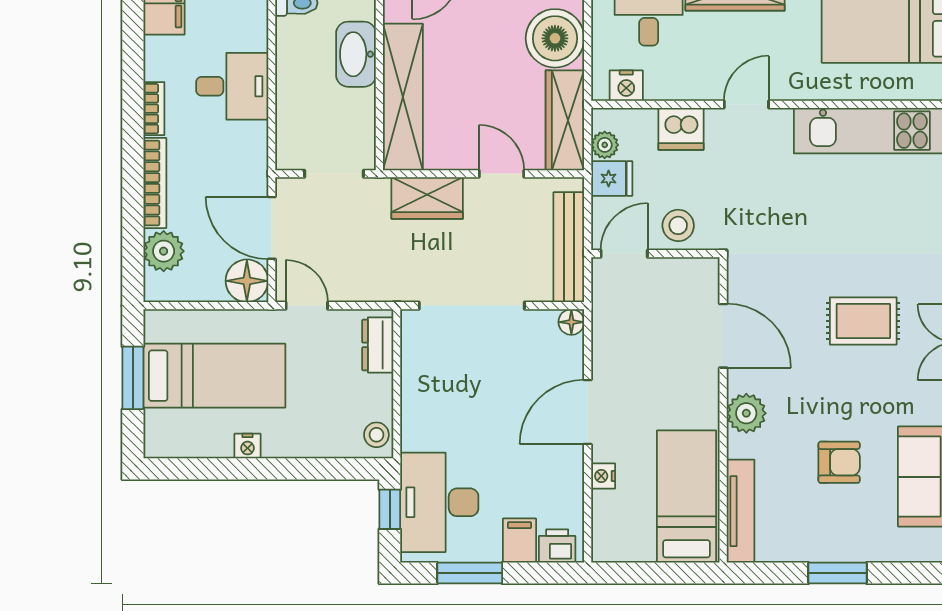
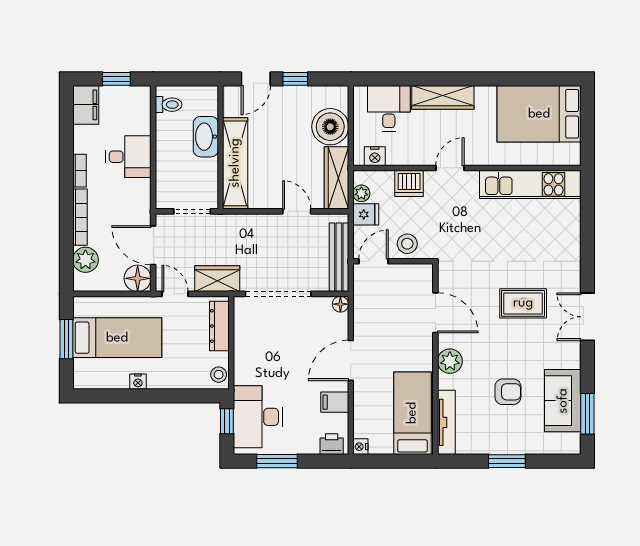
wardrobe: (427, 198) -> (217, 279), moved, turned 180
dresser: (378, 345) -> (219, 326), width x1.44
nightstand: (603, 476) -> (360, 447), moved
filing cabinet: (519, 541) -> (335, 402), moved, turned -90

